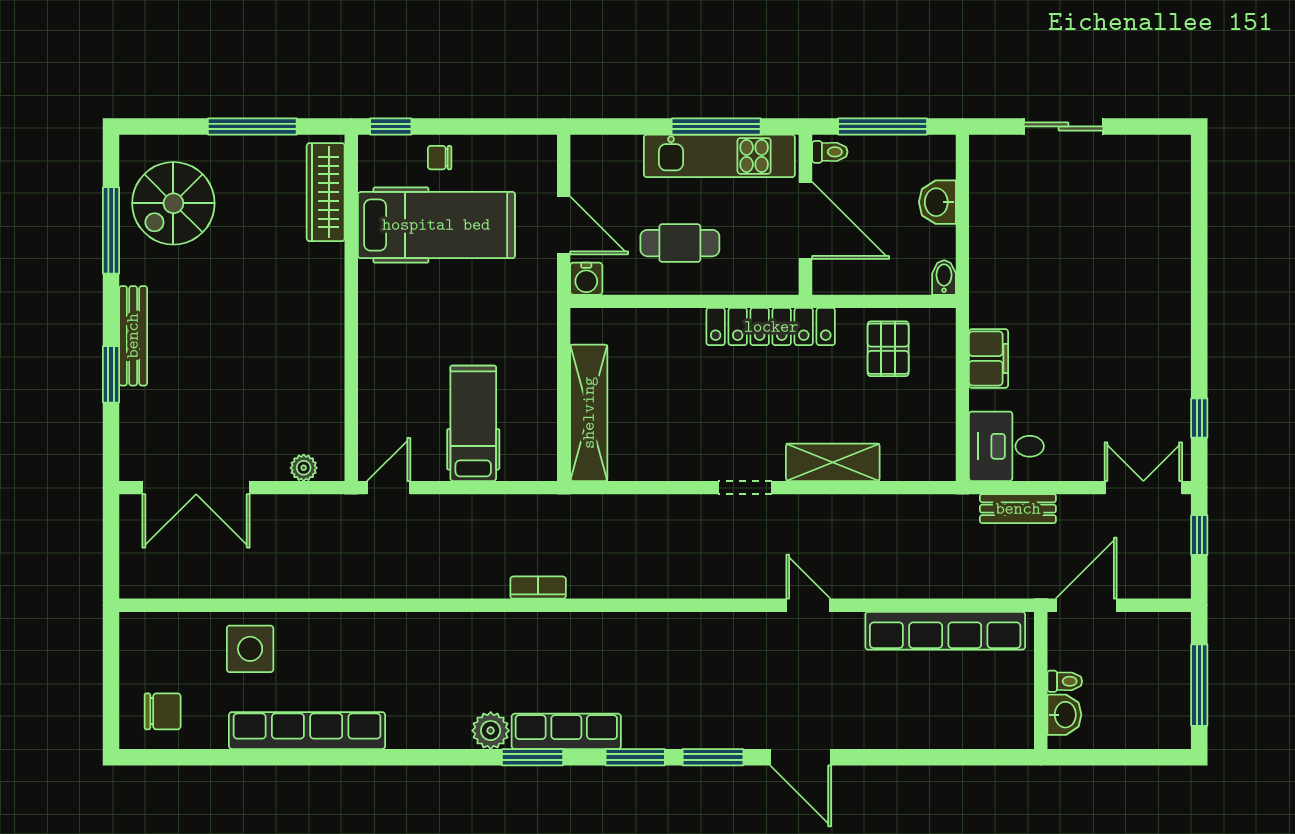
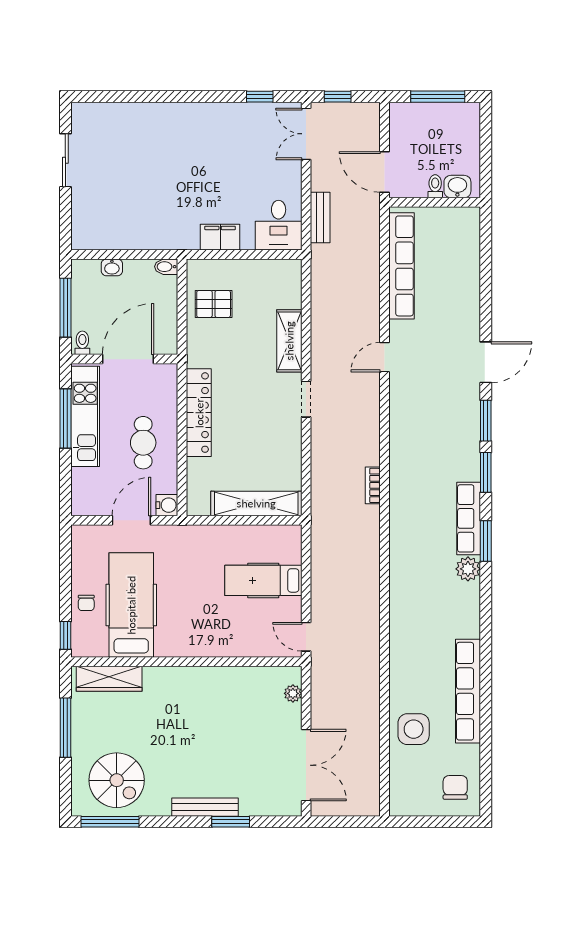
sliding door: (1064, 126) -> (65, 160), moved
washbasin: (937, 202) -> (112, 267), width x0.72, depth x0.69
window: (111, 230) -> (110, 822), moved
locker: (771, 327) -> (199, 413), moved
bookcase: (538, 588) -> (373, 485), moved

